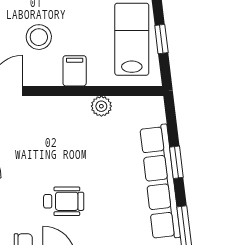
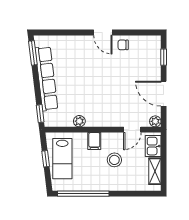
window: (176, 162) -> (40, 114), moved
wheelchair: (64, 201) -> (100, 68), removed

